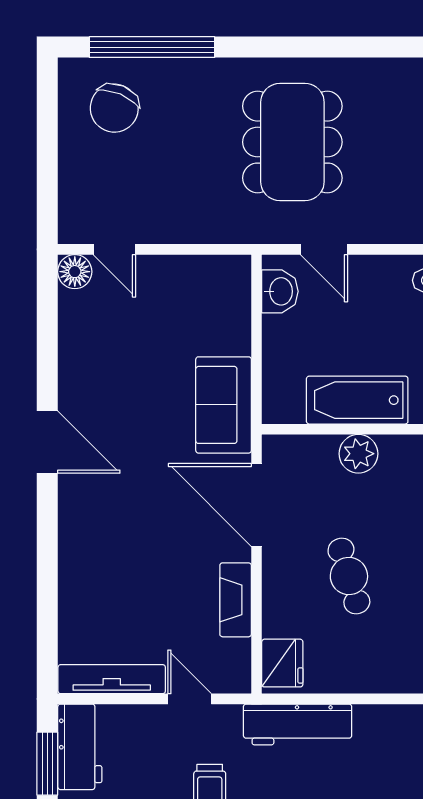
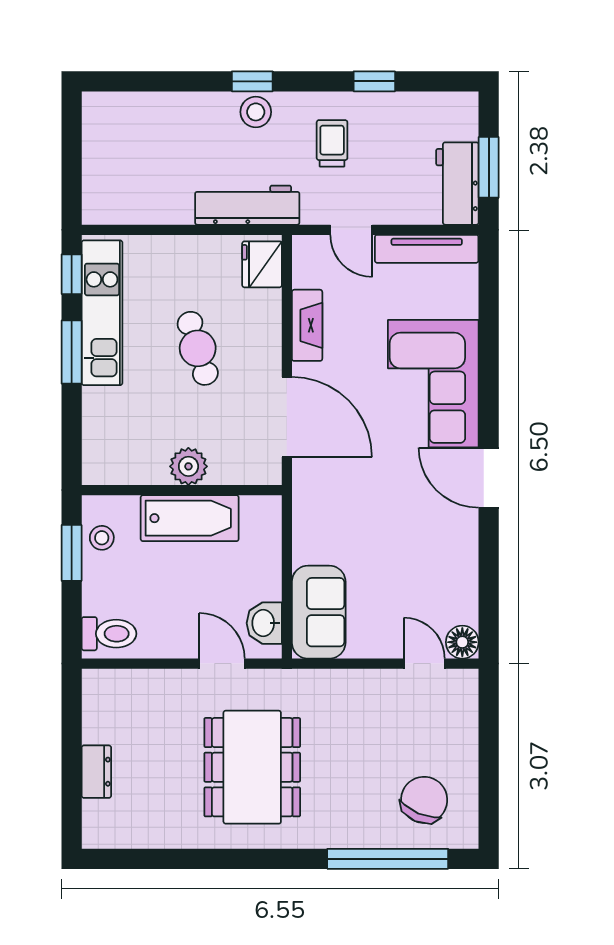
sofa: (224, 405) -> (319, 612), moved
corner sofa: (105, 539) -> (433, 384), added

